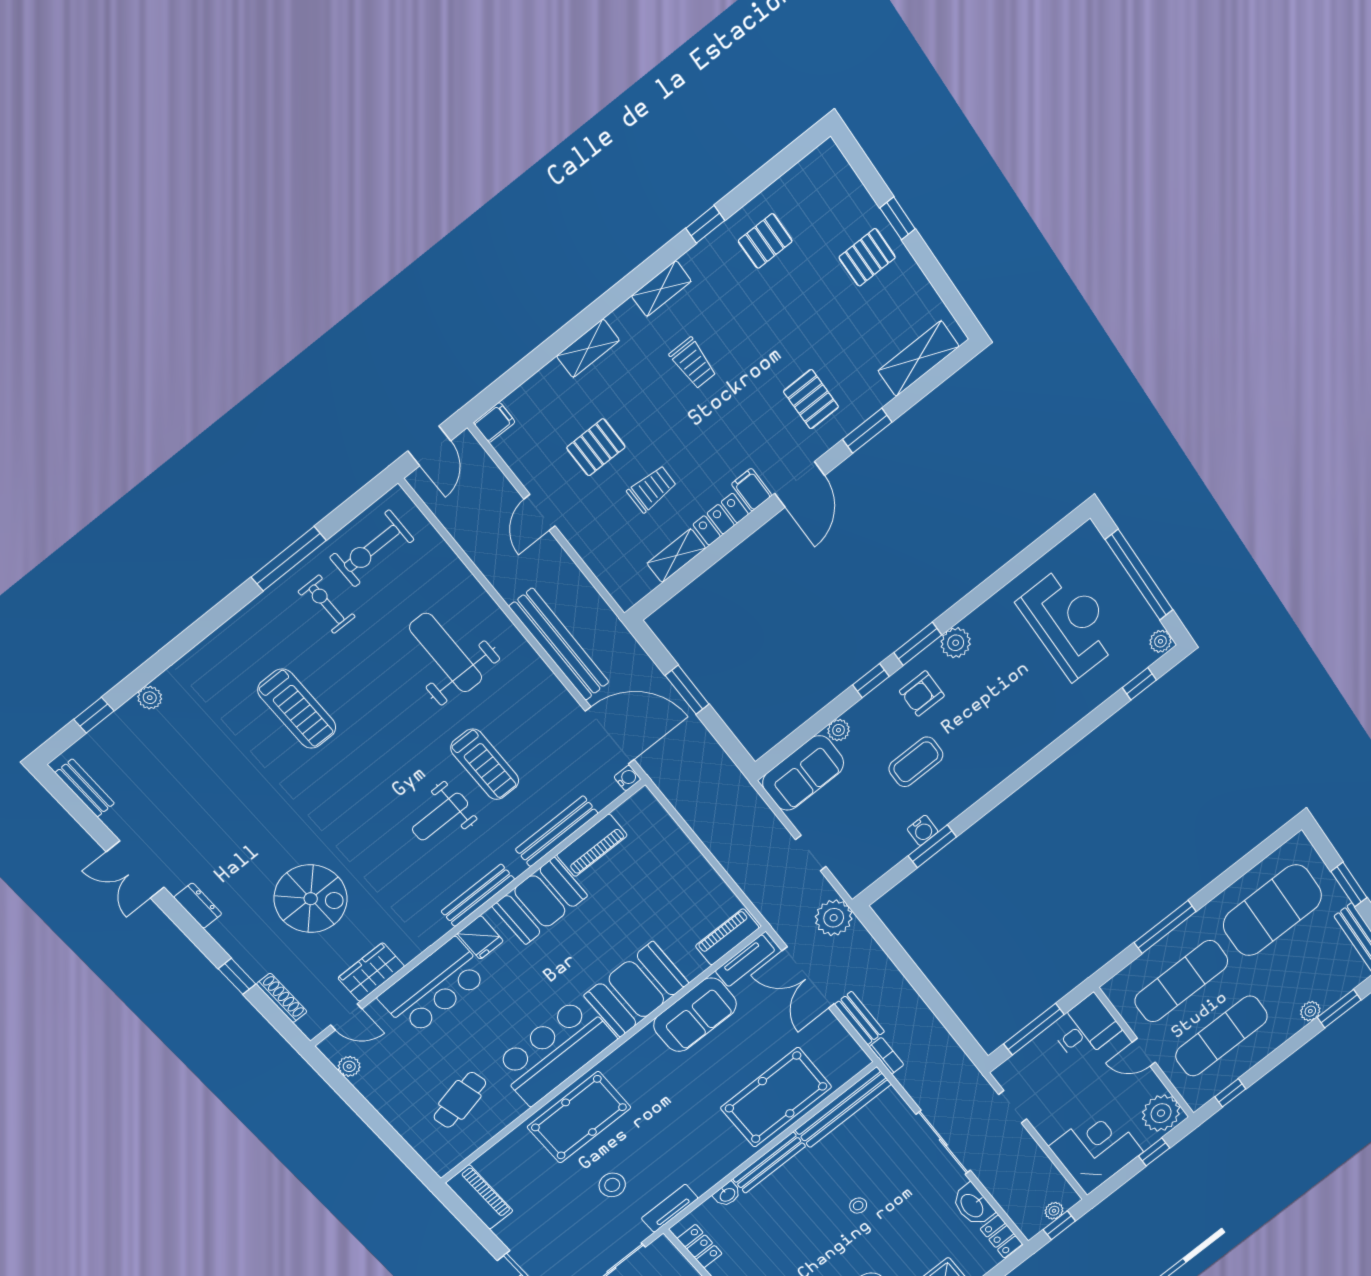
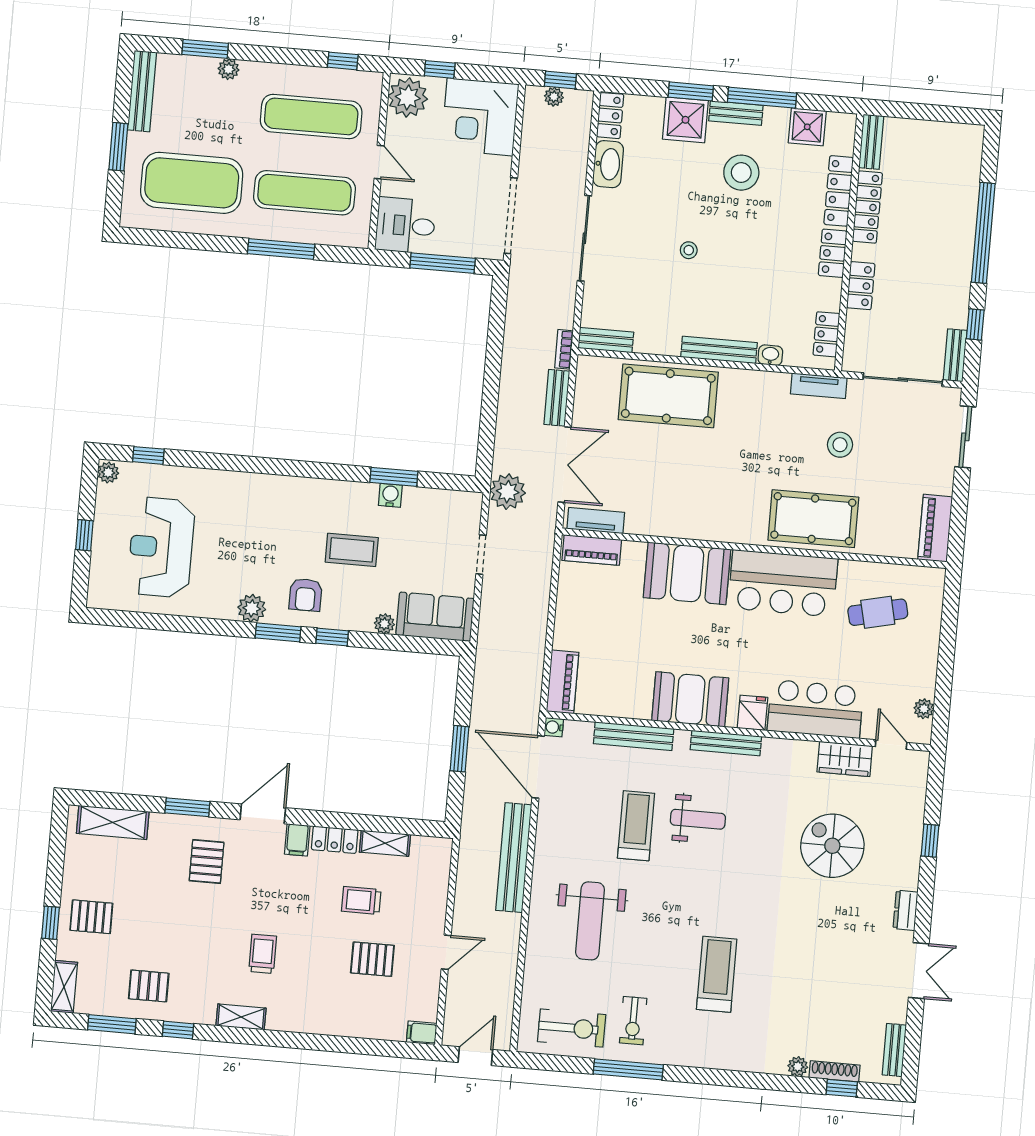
window: (767, 175) -> (112, 1024), added
shelving: (588, 348) -> (64, 987), moved, turned 90
window: (1139, 575) -> (84, 535), width x0.32
armchair: (922, 693) -> (305, 595), turned 90
piano: (592, 845) -> (563, 682), moved, turned 90
shoe rack: (282, 998) -> (835, 1071), moved, turned 90
sofa: (695, 1015) -> (666, 515), removed
bench: (843, 1107) -> (606, 340), width x0.54, depth x0.82
doorway: (1013, 1107) -> (511, 216), width x1.88

